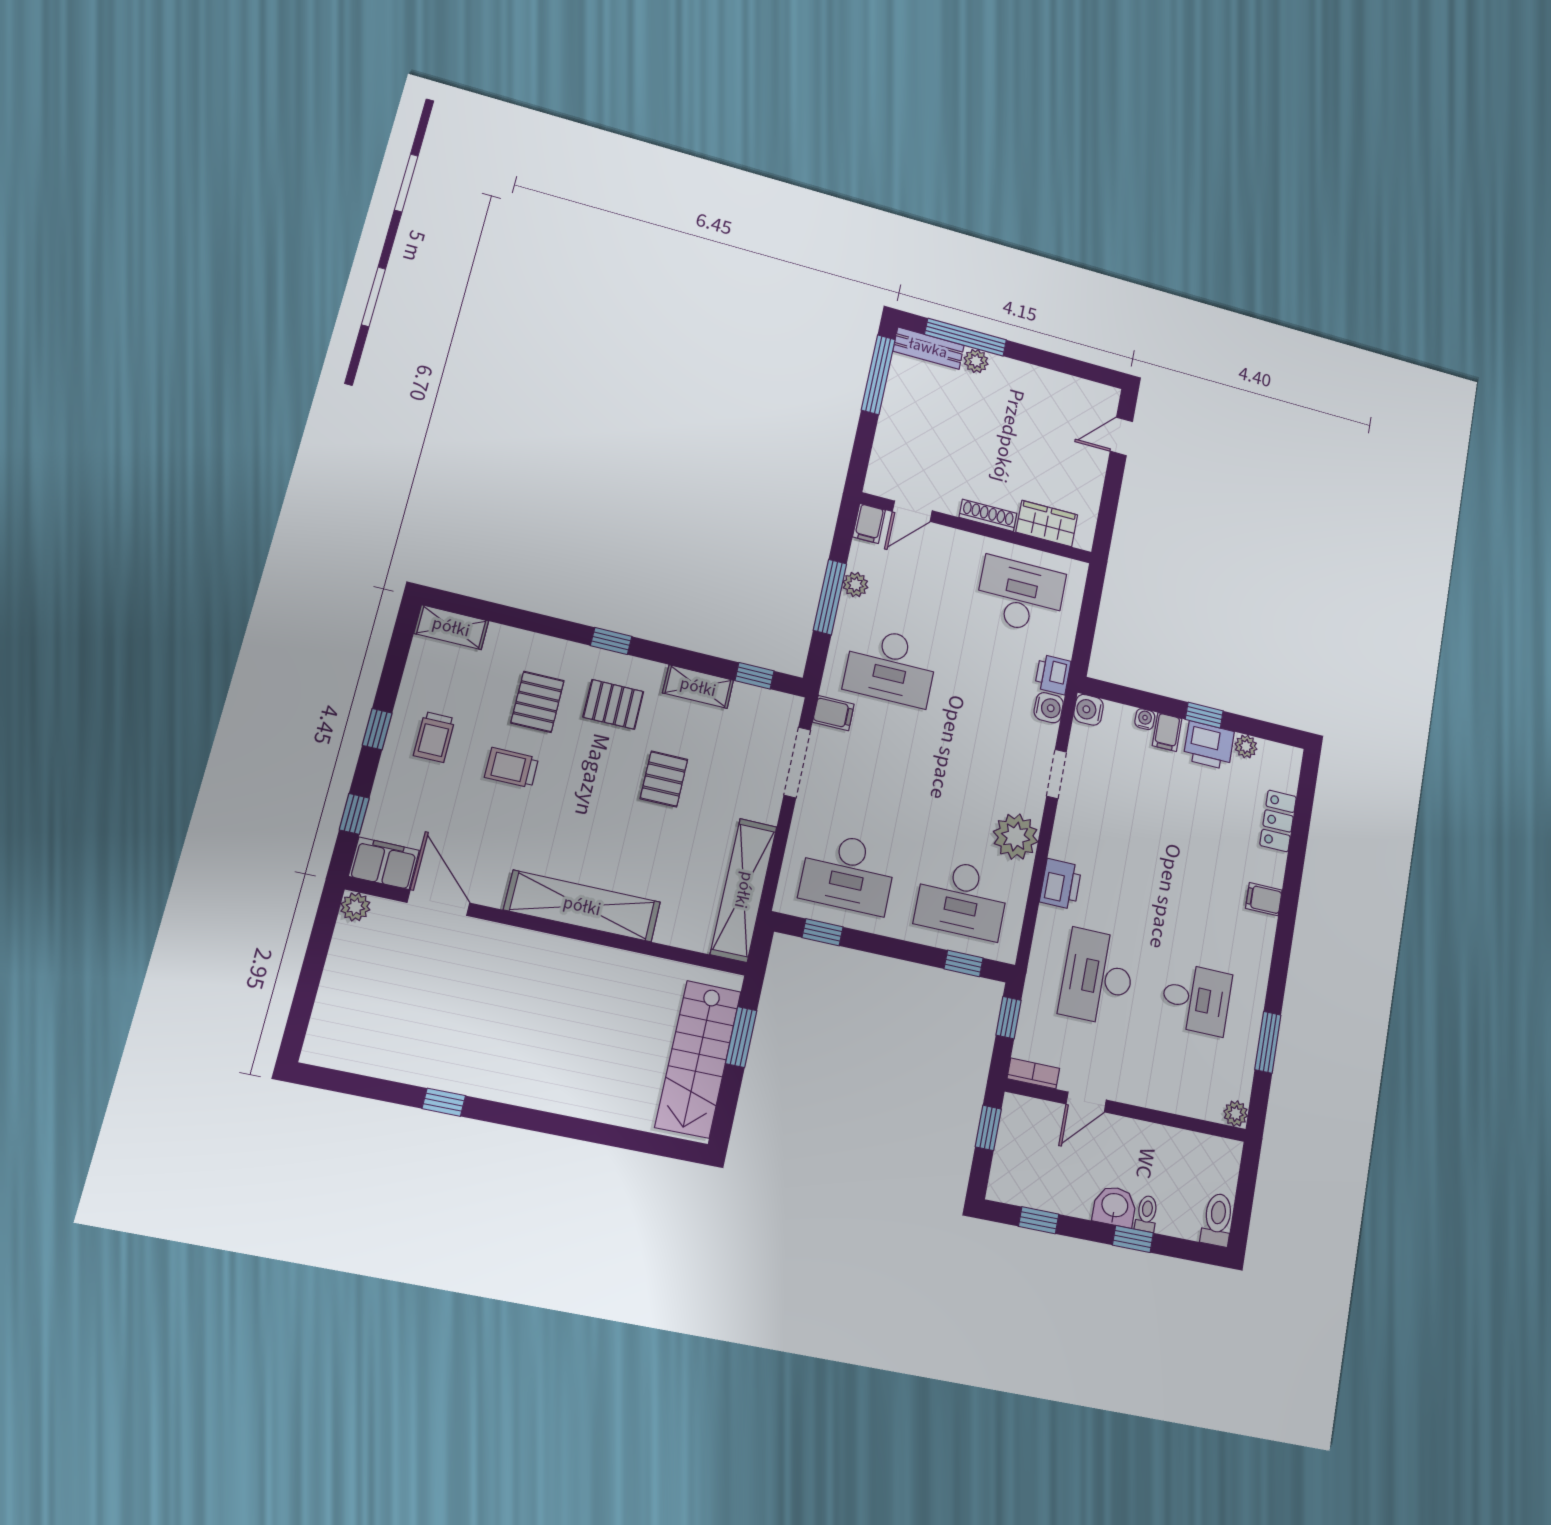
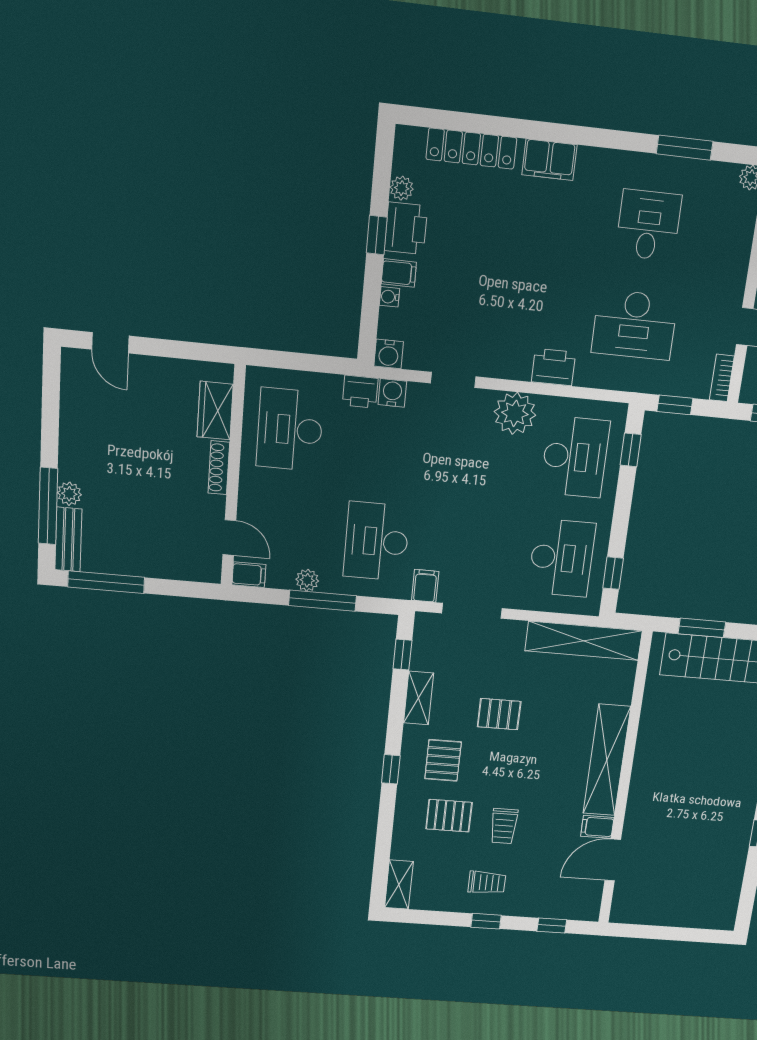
desk: (891, 667) -> (376, 541), turned 180
locker: (1278, 821) -> (471, 149), width x1.53
filing cabinet: (384, 863) -> (597, 827), moved, width x0.50
filing cabinet: (1264, 899) -> (549, 160), width x2.00
plant: (355, 907) -> (620, 914), removed

